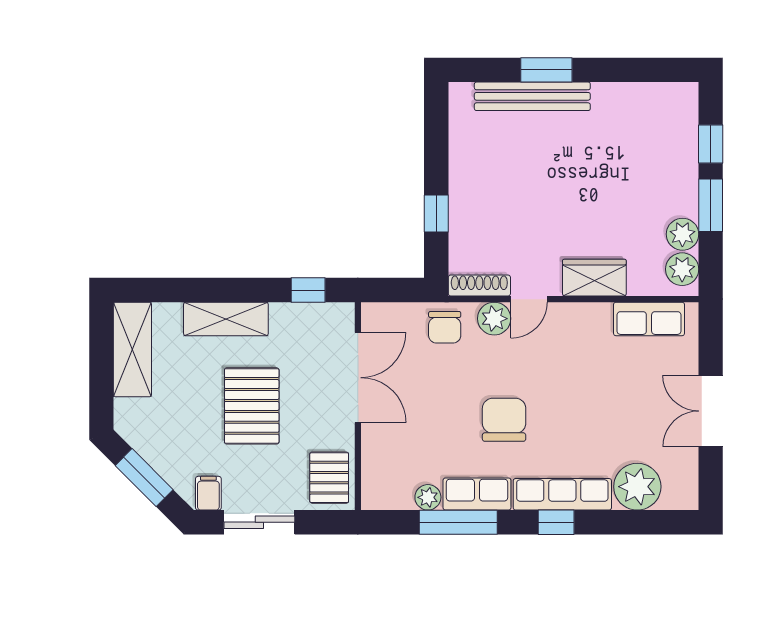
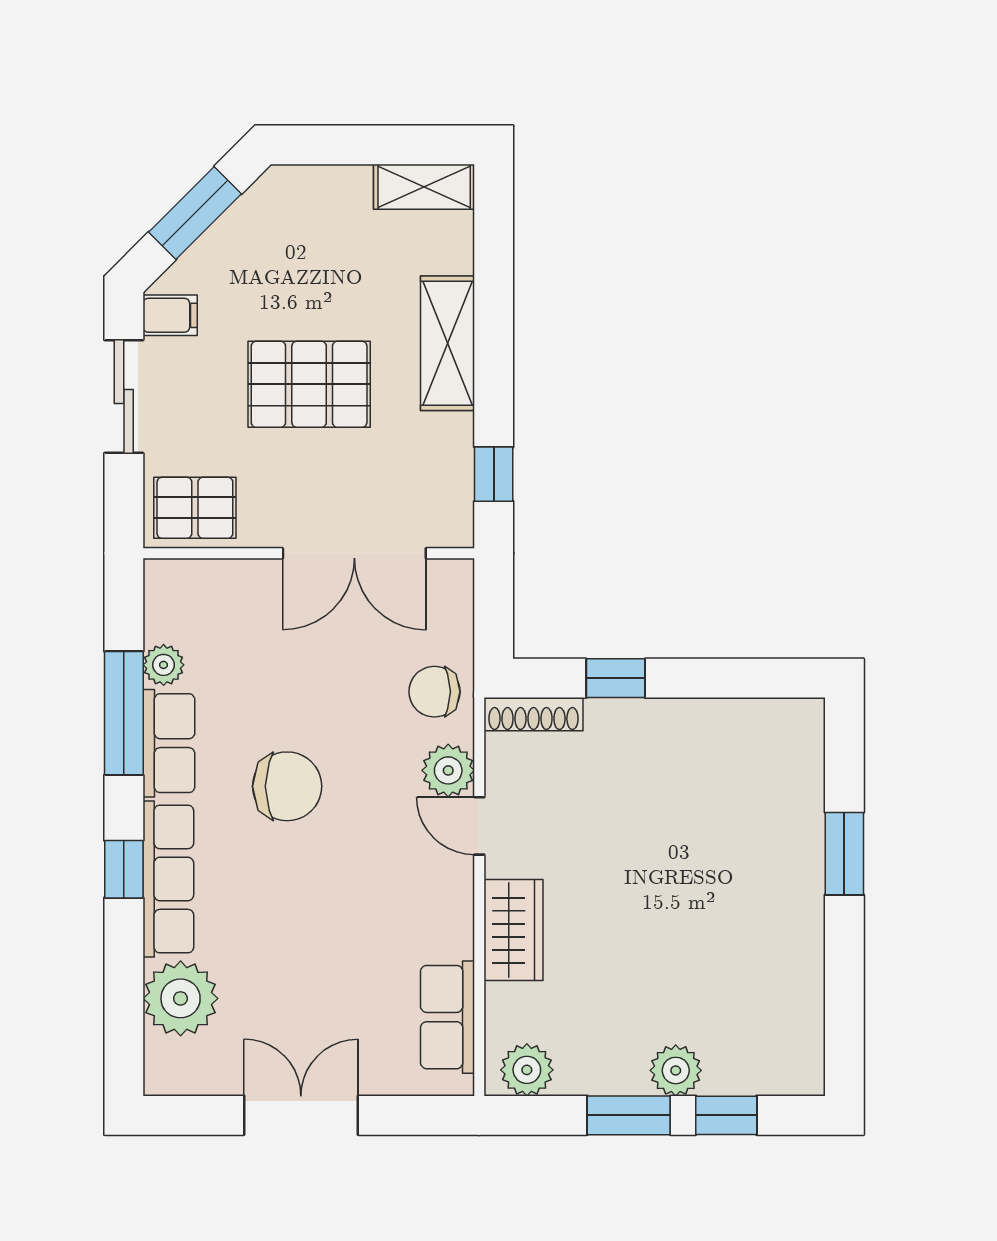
bench: (532, 96) -> (802, 831), removed
plant: (682, 234) -> (676, 1070), moved
shoe rack: (479, 286) -> (533, 714), moved, turned 90
shelving: (132, 350) -> (424, 187), width x0.67, depth x0.75

